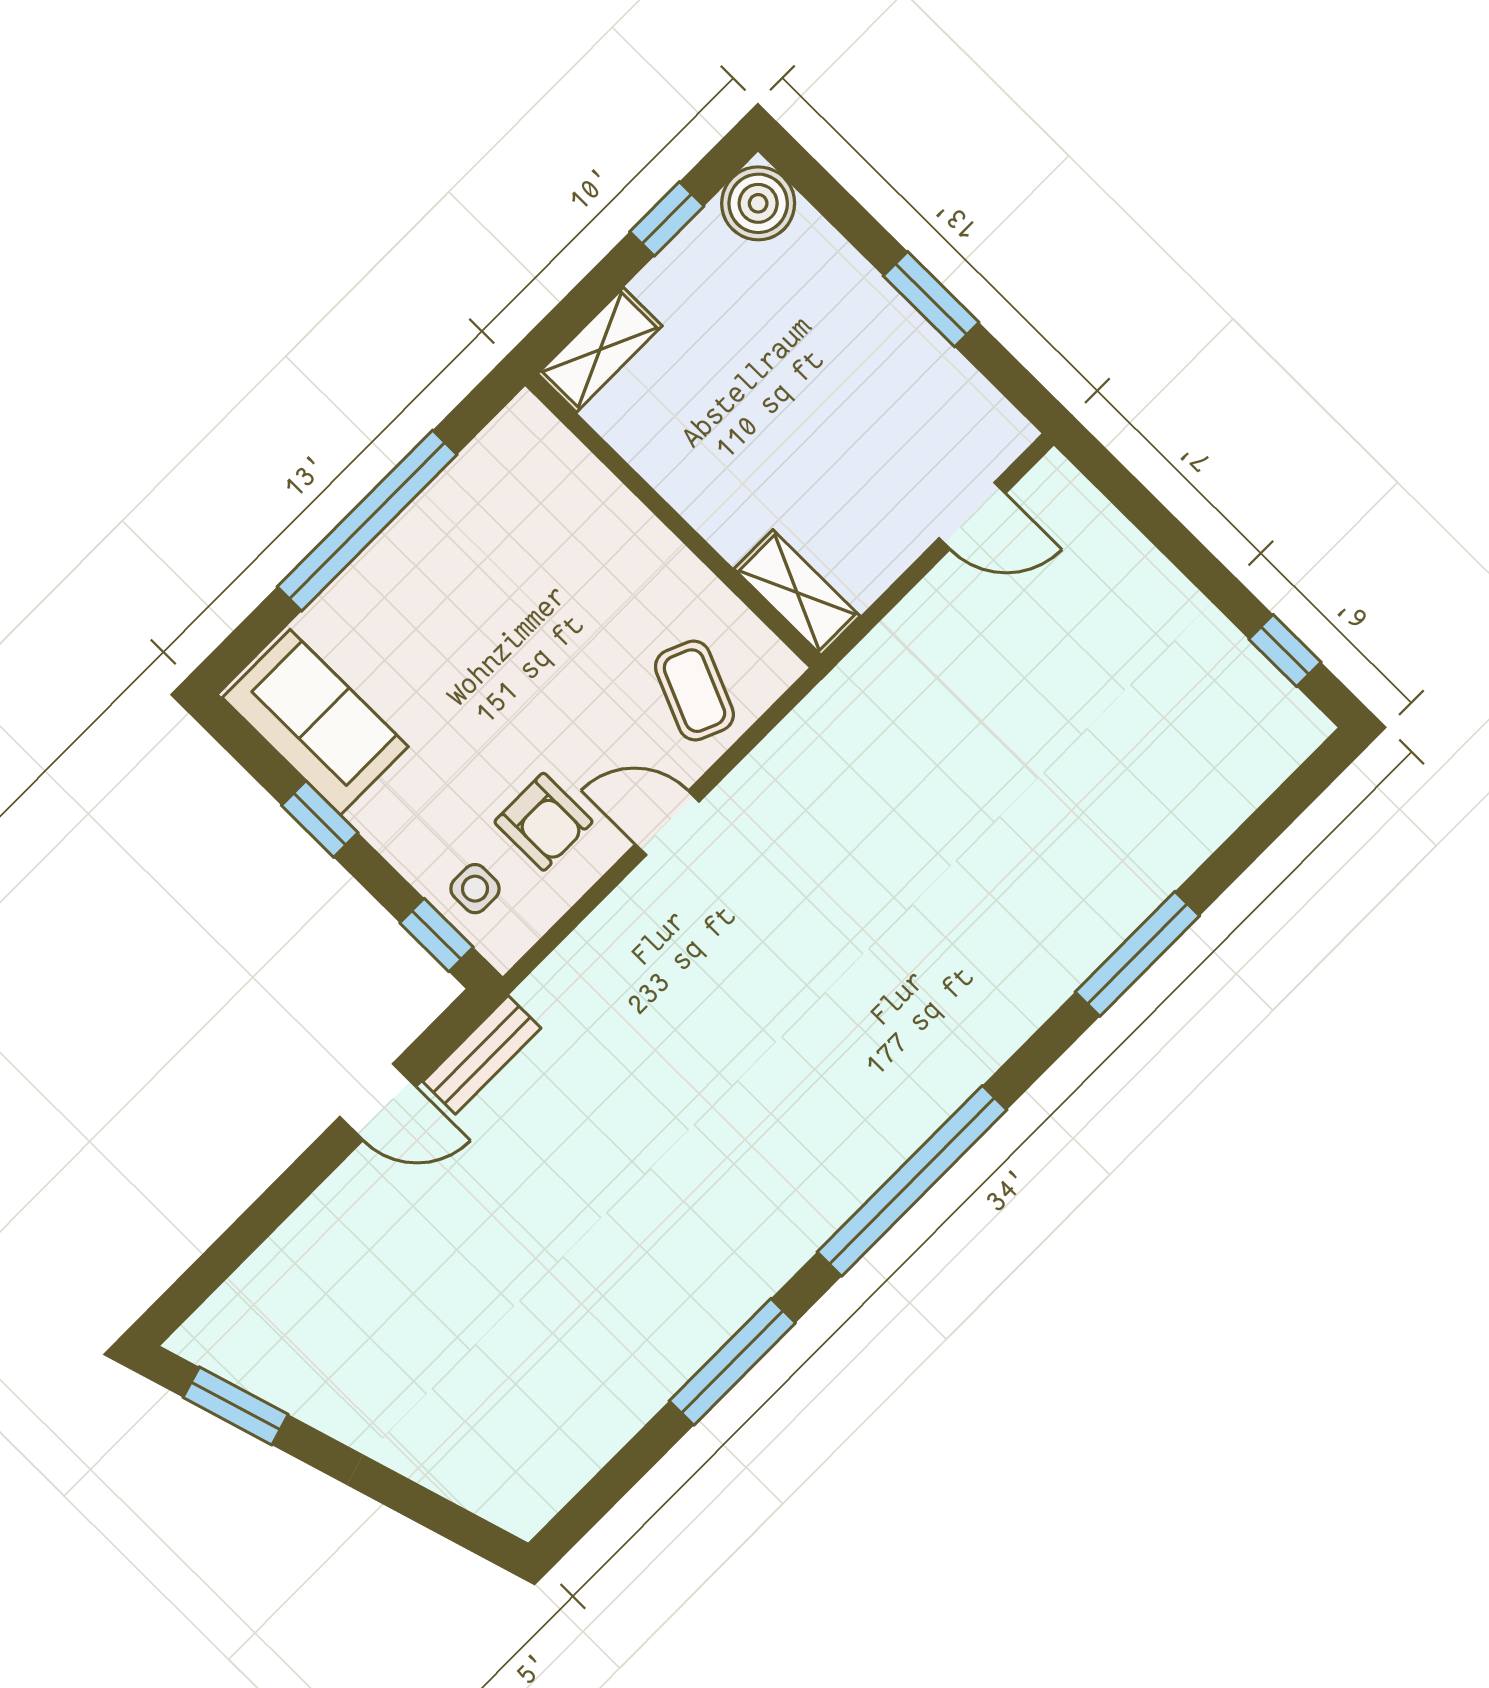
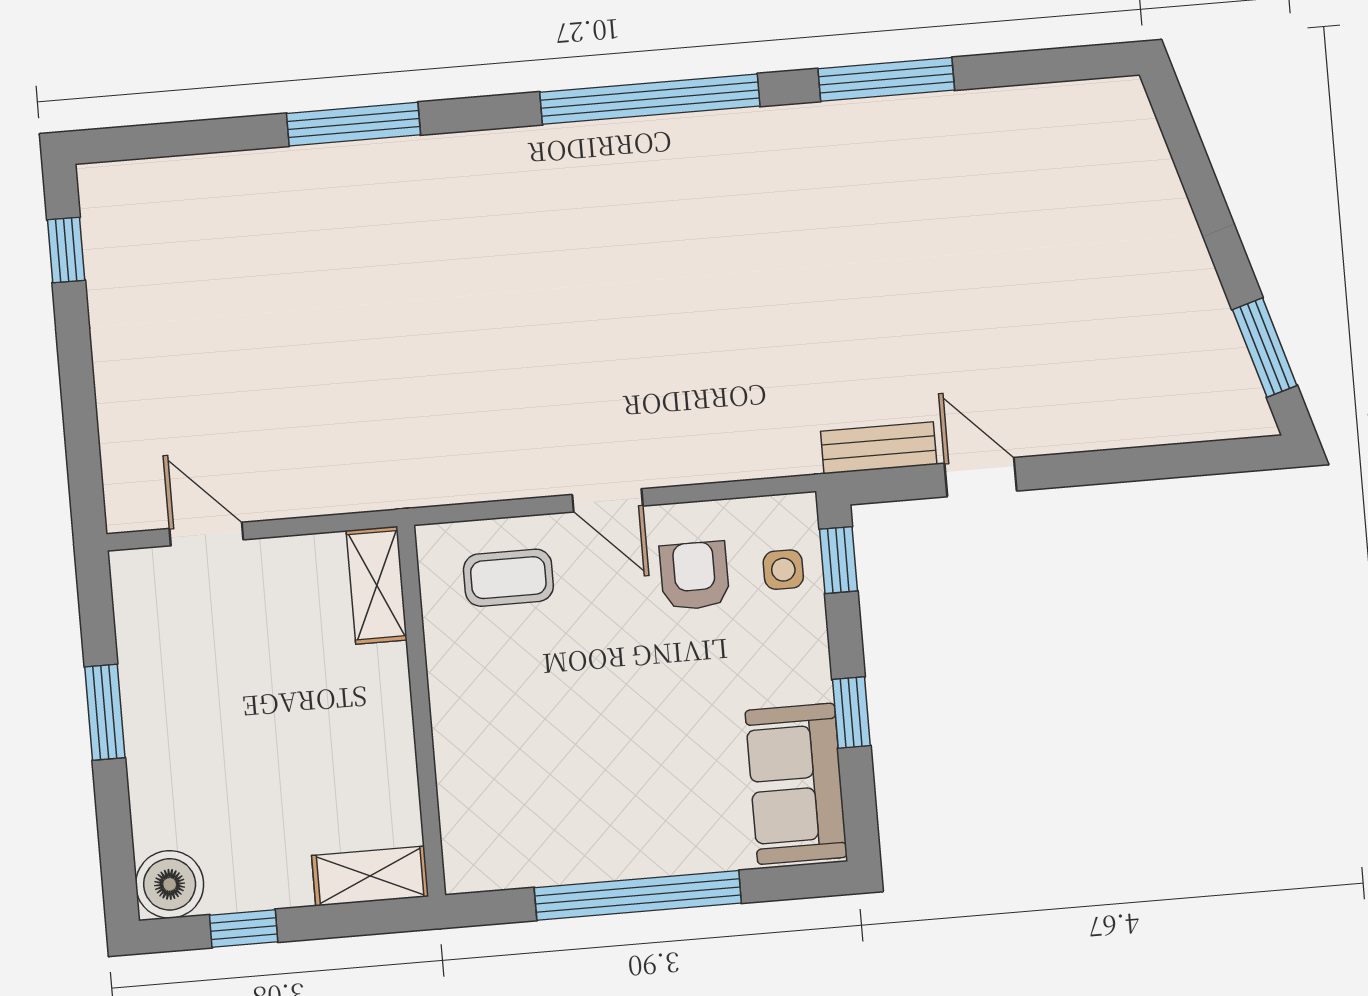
coffee table: (694, 691) -> (508, 578), turned 67

